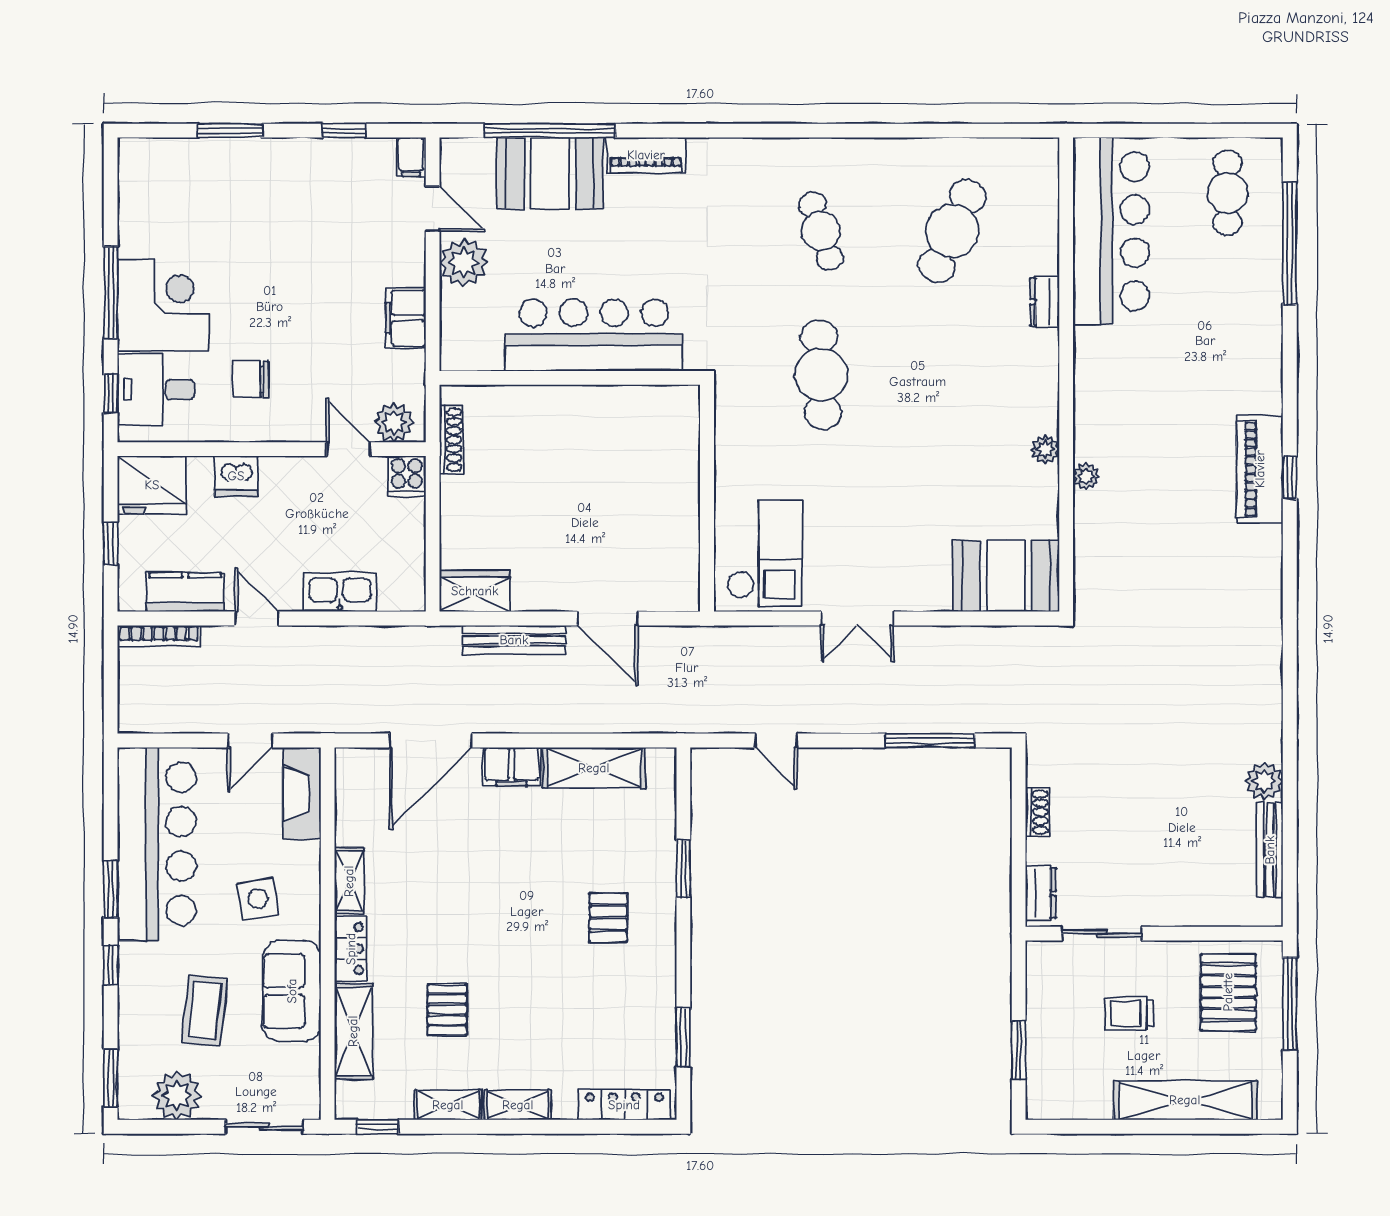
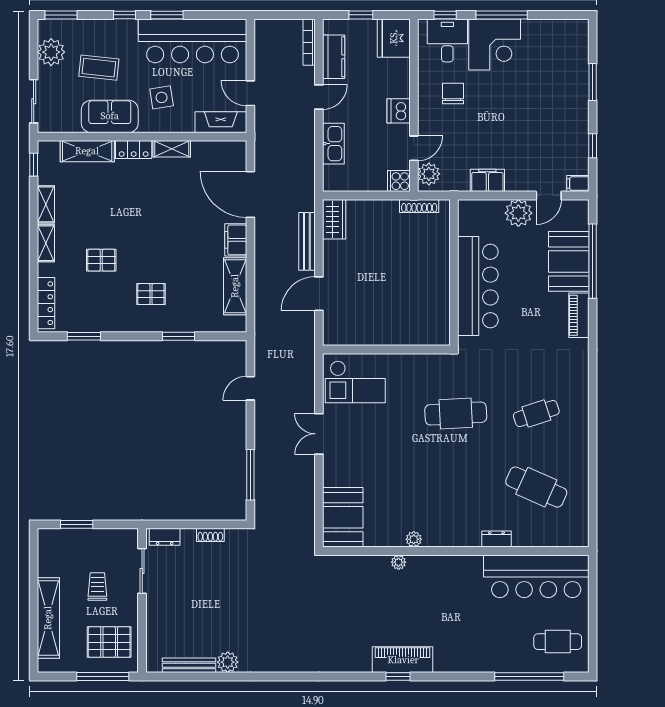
dishwasher: (236, 476) -> (399, 111), moved
pallet: (447, 1010) -> (101, 260), moved

